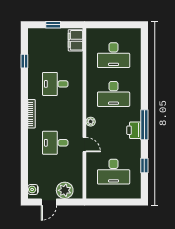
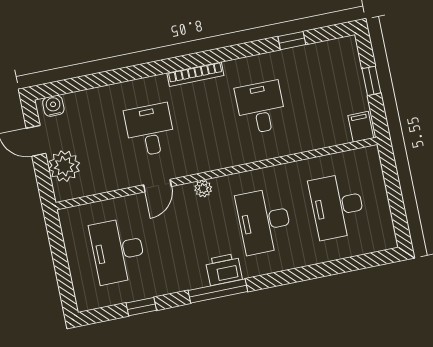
filing cabinet: (75, 40) -> (361, 127), width x0.50
printer: (134, 130) -> (224, 269), moved

